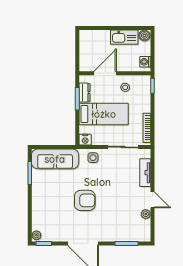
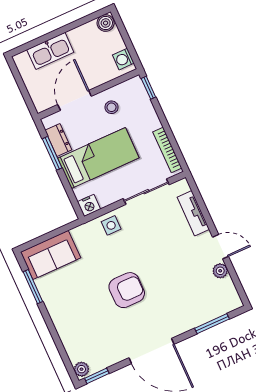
kitchen sink: (124, 37) -> (50, 51), moved
sofa: (55, 159) -> (51, 255), width x0.73

